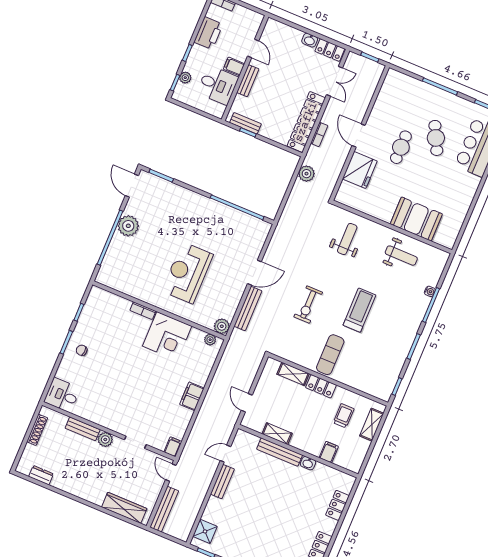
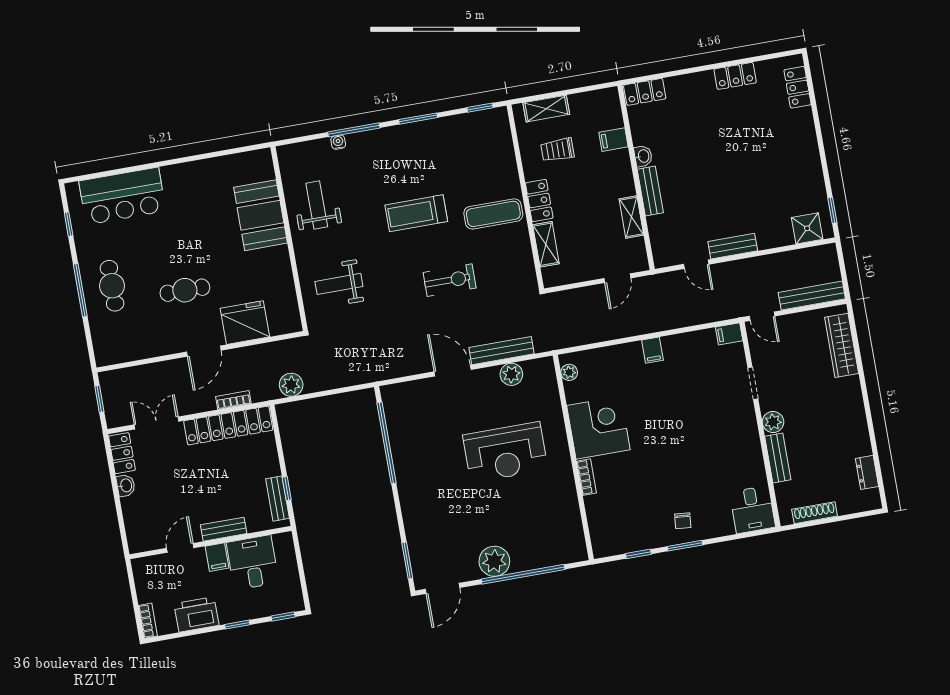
plant: (185, 78) -> (269, 608), removed
cafe table: (436, 138) -> (112, 286), moved, turned -63
plant: (222, 326) -> (511, 374), moved
filing cabinet: (192, 396) -> (652, 350), width x0.50
bench: (280, 452) -> (650, 191), width x0.73
door: (171, 473) -> (762, 316), hinge flipped
locker: (337, 505) -> (645, 92), moved

